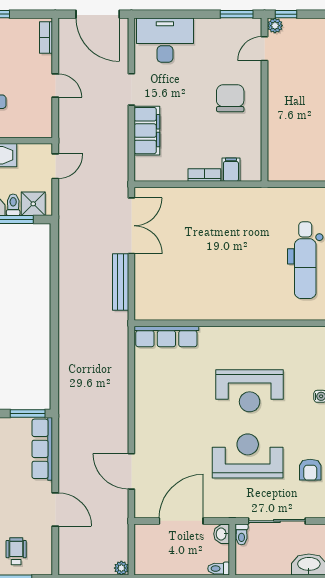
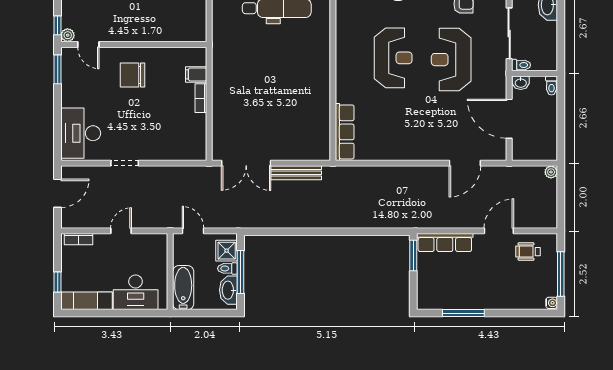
door: (98, 14) -> (58, 193), width x0.73
filing cabinet: (147, 131) -> (161, 149), removed
double door: (131, 226) -> (246, 163), swing flipped
wheelchair: (16, 551) -> (528, 252), moved

